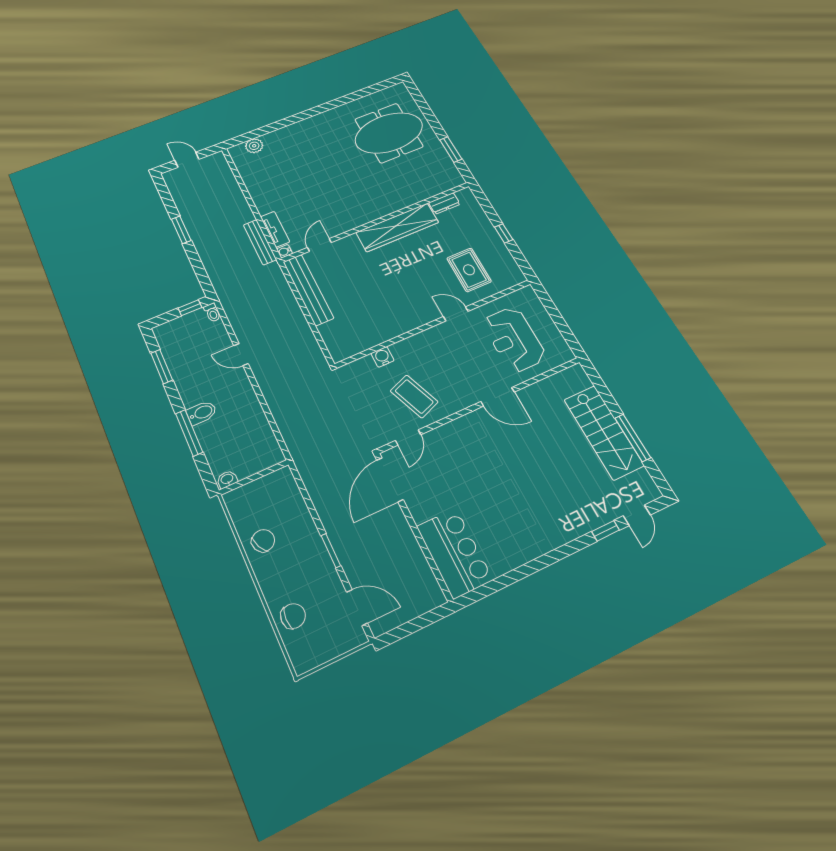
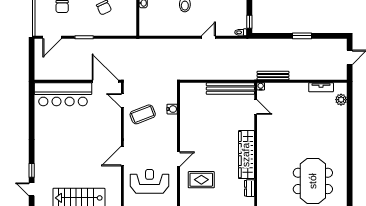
tv unit: (275, 229) -> (321, 87), moved
bar counter: (454, 553) -> (63, 94), width x1.36

